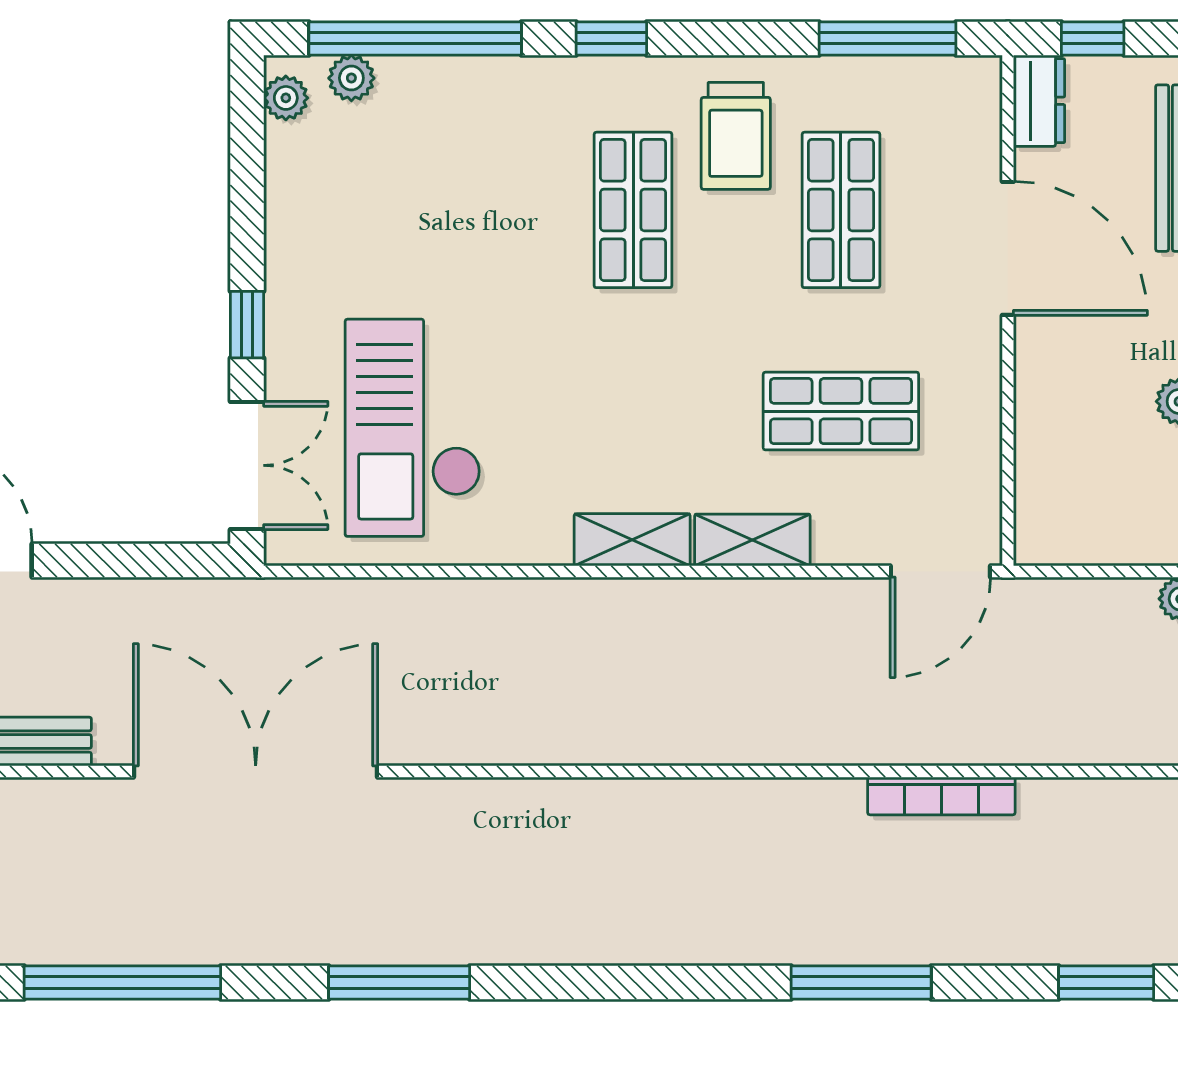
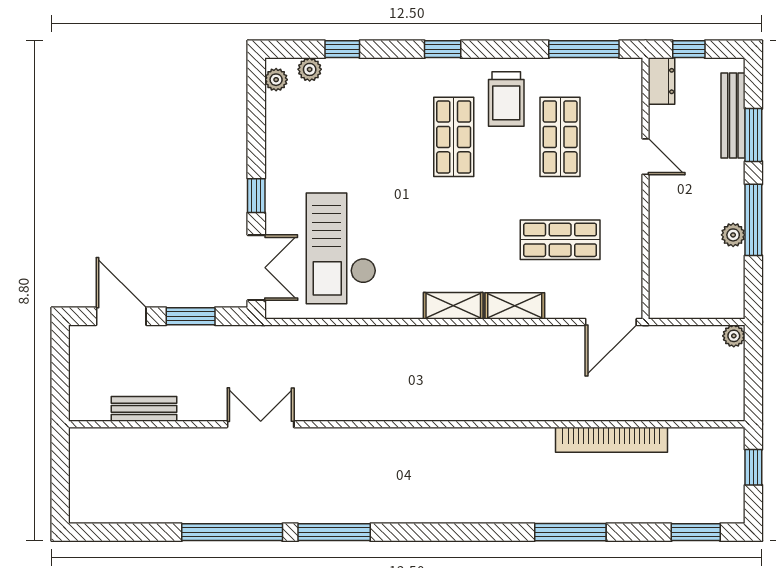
window: (415, 38) -> (342, 49), width x0.32
door: (1008, 248) -> (645, 157), width x0.53
window: (119, 560) -> (191, 316), added
double door: (256, 771) -> (261, 424), width x0.54
bookcase: (941, 796) -> (611, 440), width x1.48, depth x1.31
window: (122, 982) -> (232, 532), moved

